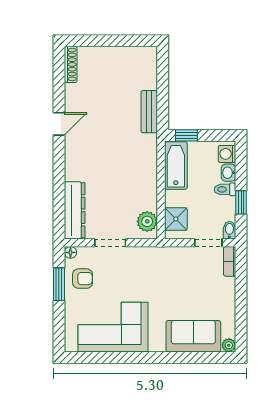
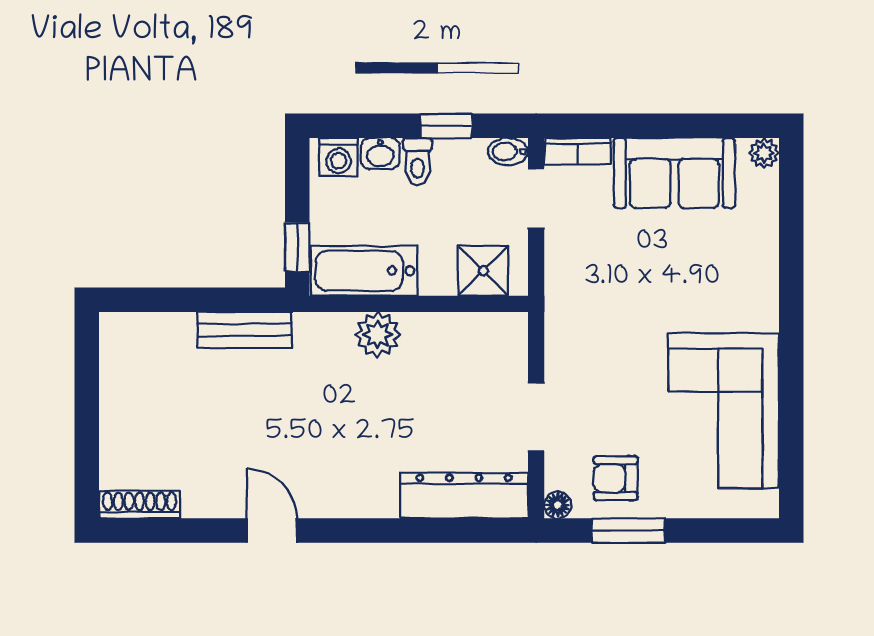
plant: (147, 221) -> (378, 335), moved
armchair: (83, 279) -> (616, 478), turned -90
sofa: (193, 336) -> (674, 173), moved, turned -90

